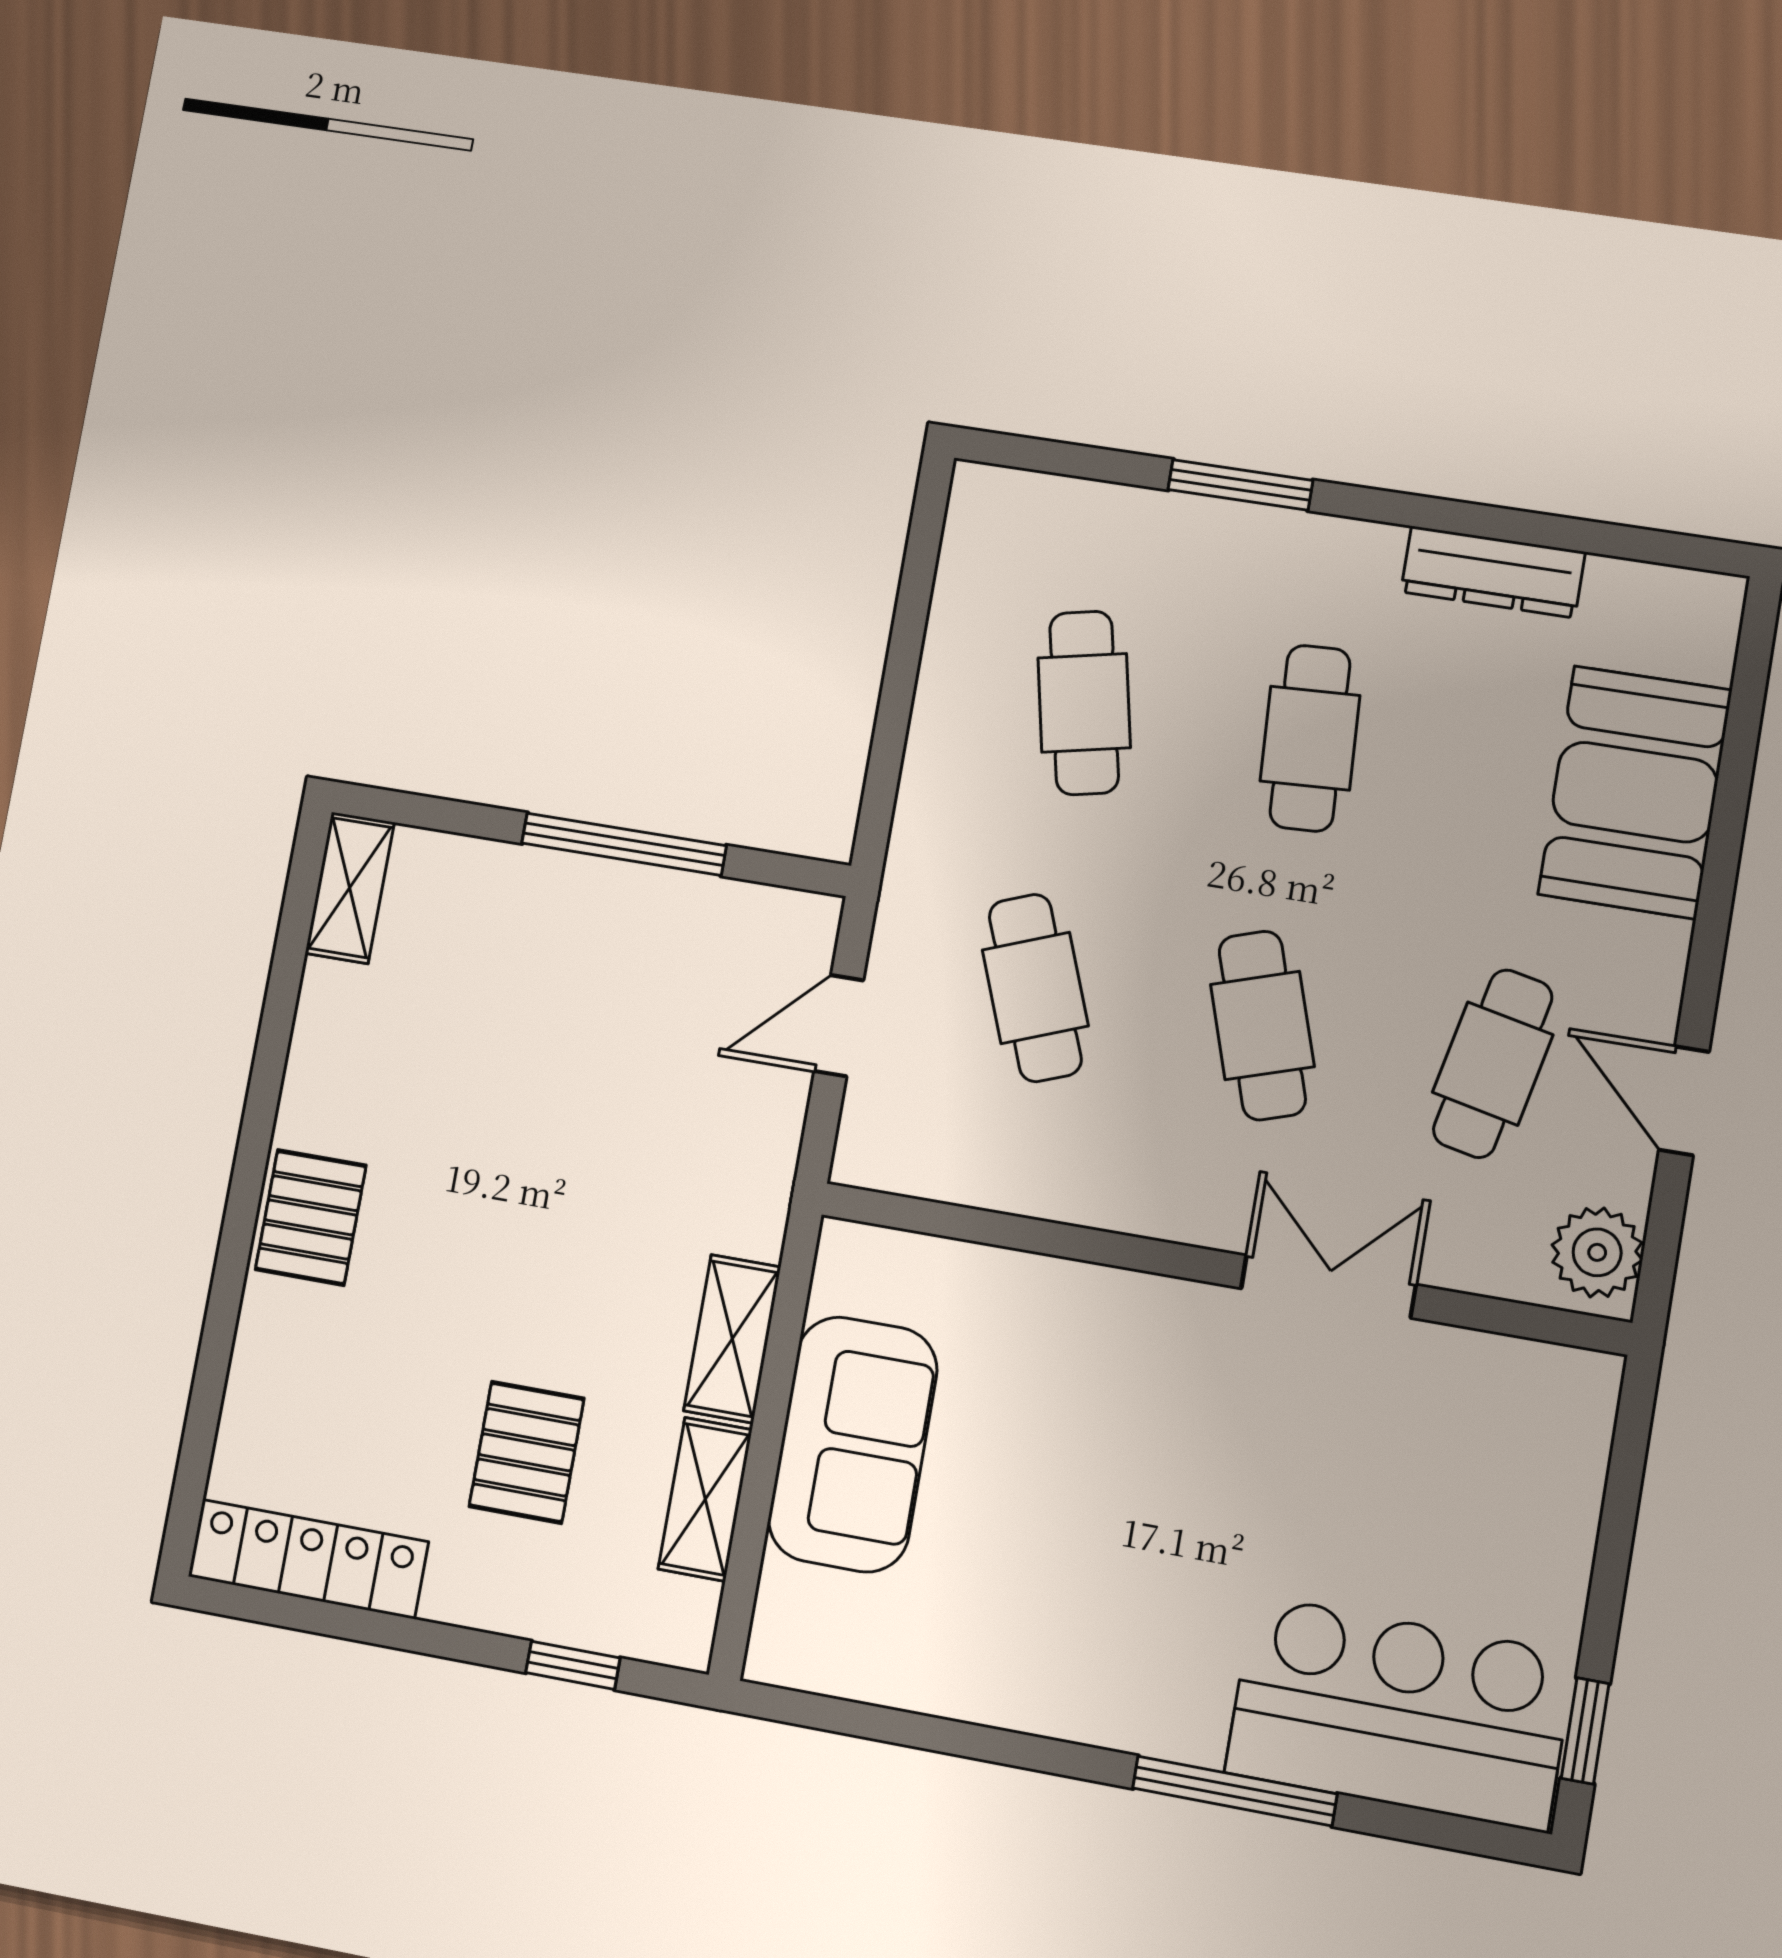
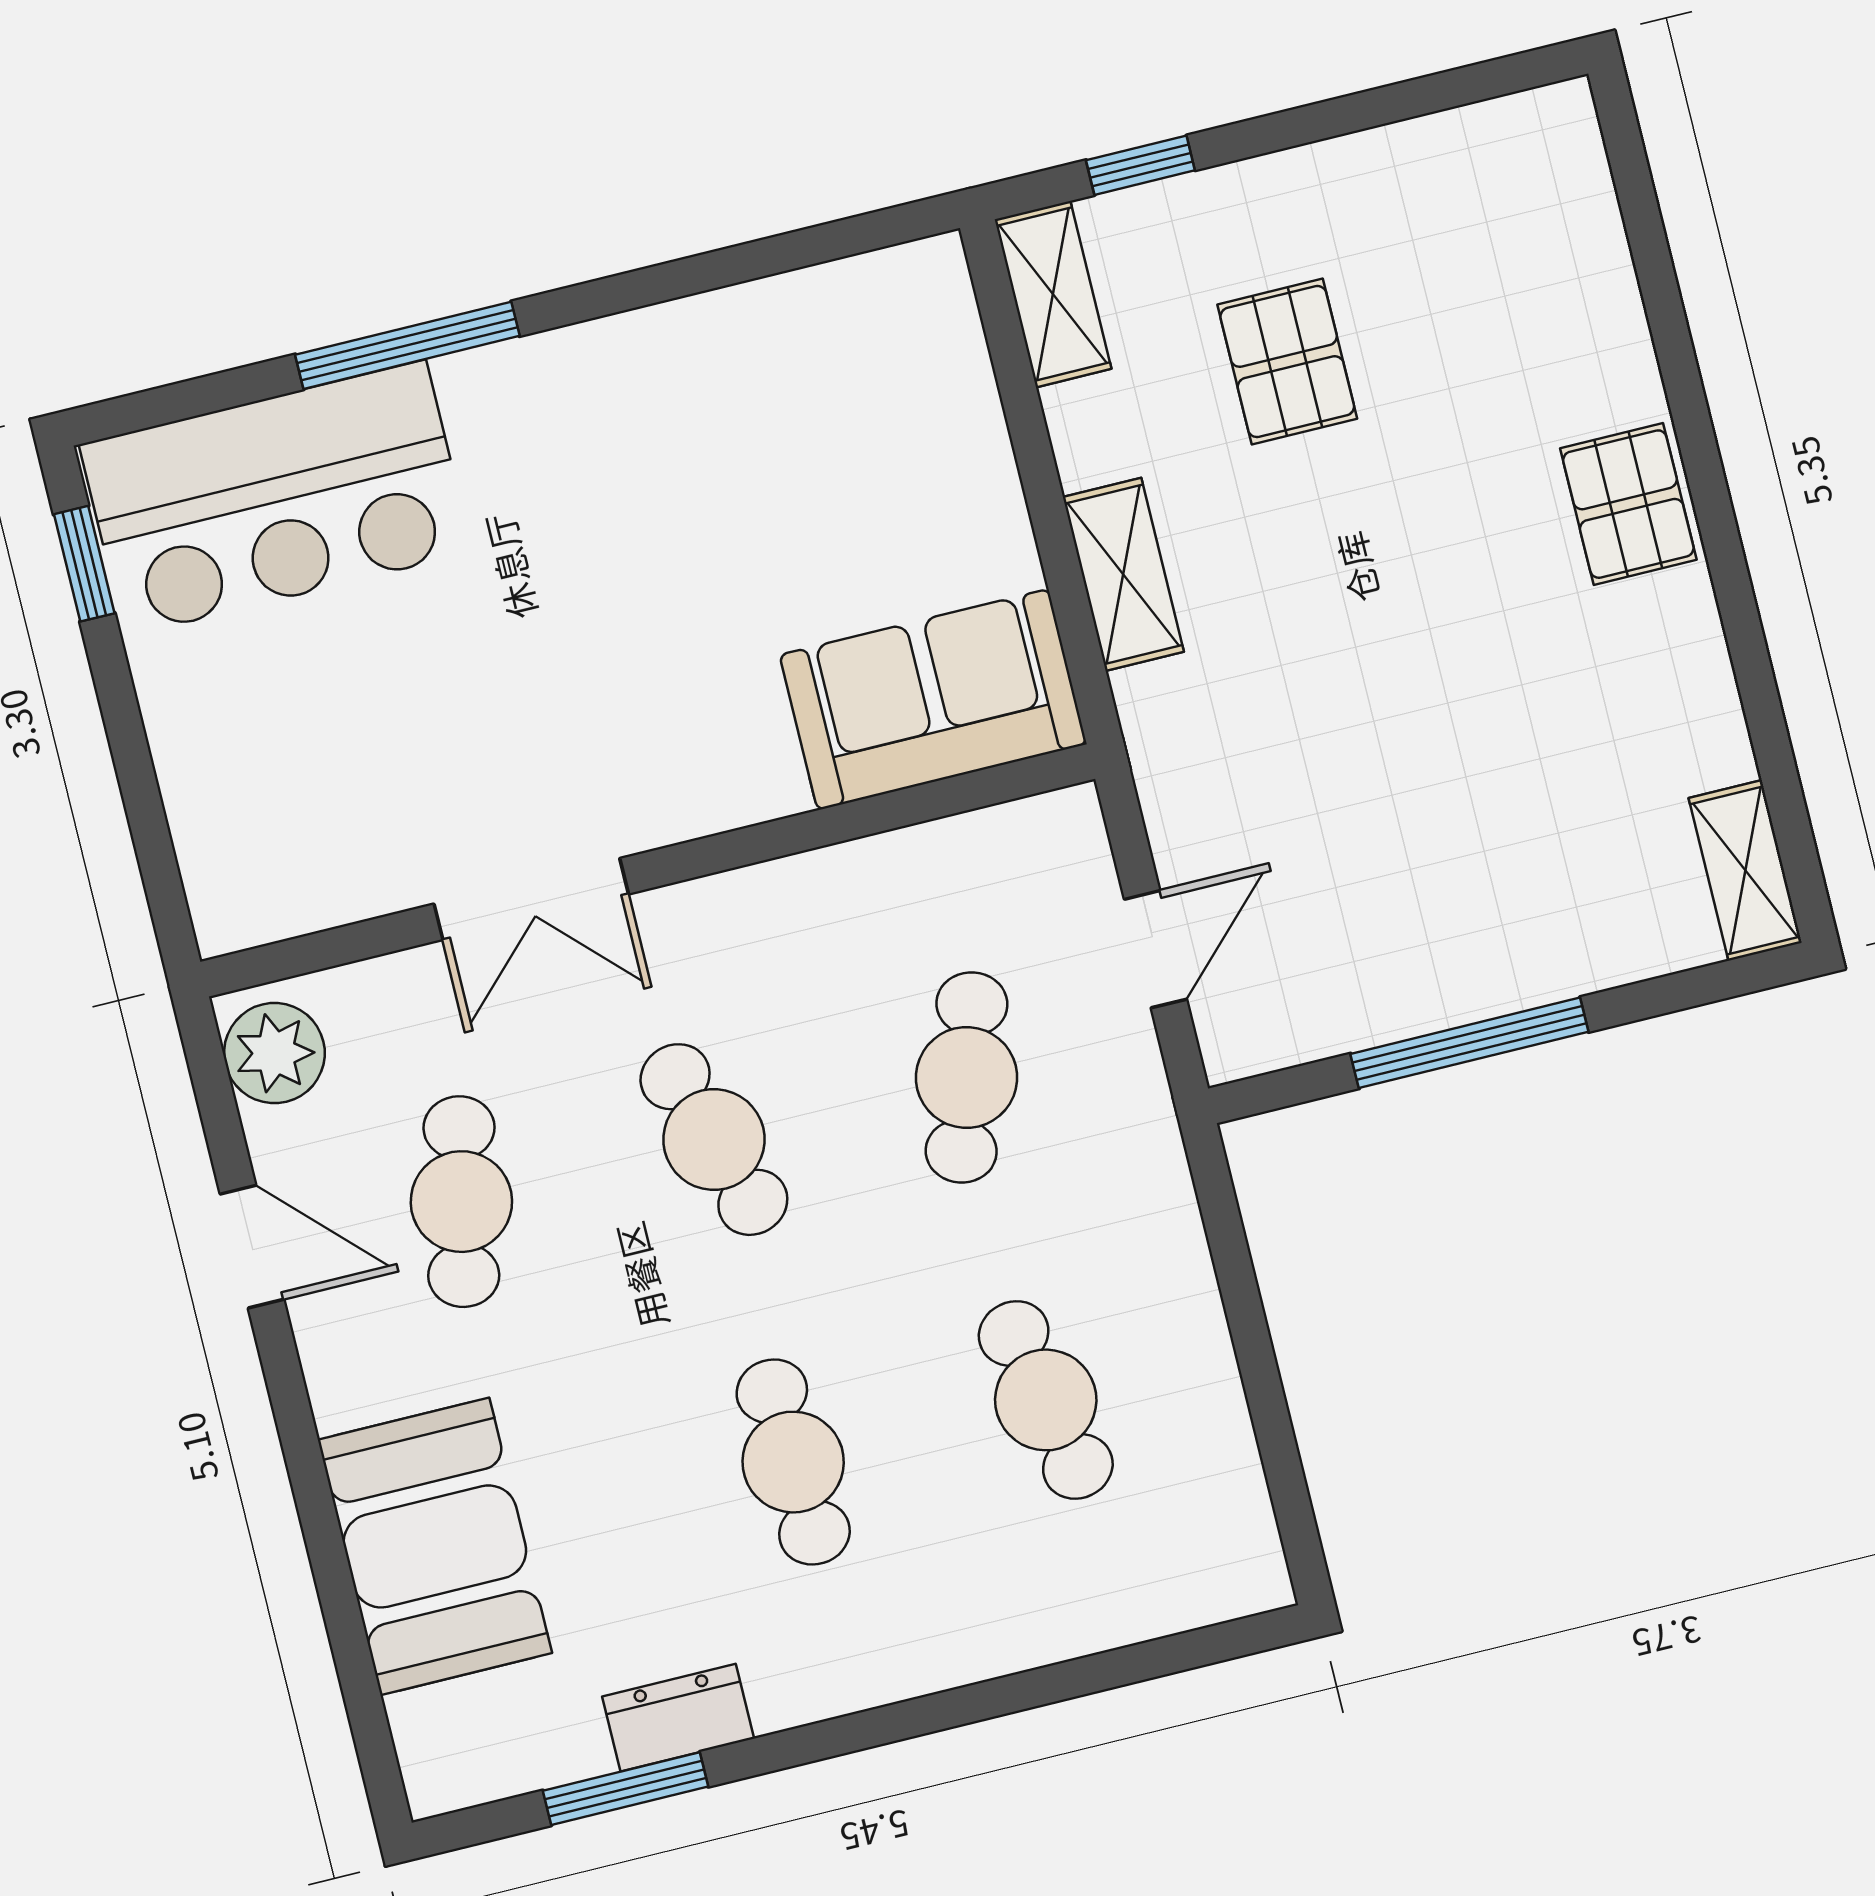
window: (1240, 485) -> (625, 1789), moved
dresser: (1493, 572) -> (678, 1718), width x0.70
cafe table: (1035, 988) -> (967, 1077), turned 39
sofa: (853, 1444) -> (933, 699), moved, turned 90
shelving: (705, 1499) -> (1053, 294), moved
locker: (308, 1559) -> (1469, 149), removed

